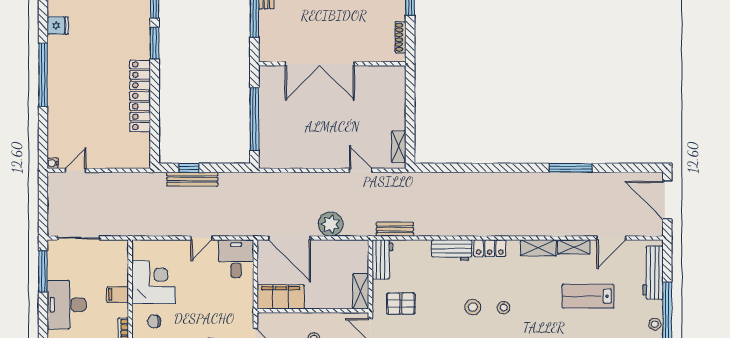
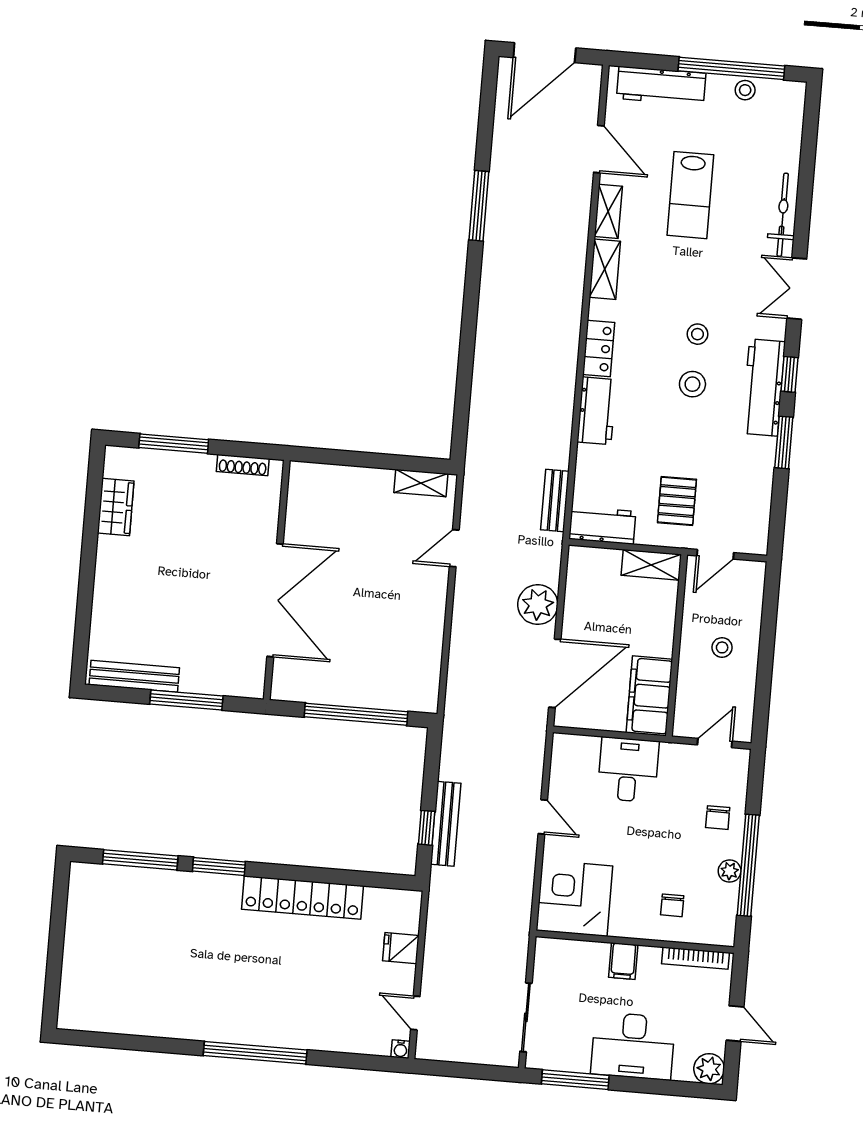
fridge: (58, 26) -> (401, 948), moved, turned -90
desk: (236, 259) -> (628, 770), moved, turned 90
corner desk: (154, 282) -> (574, 898), moved

